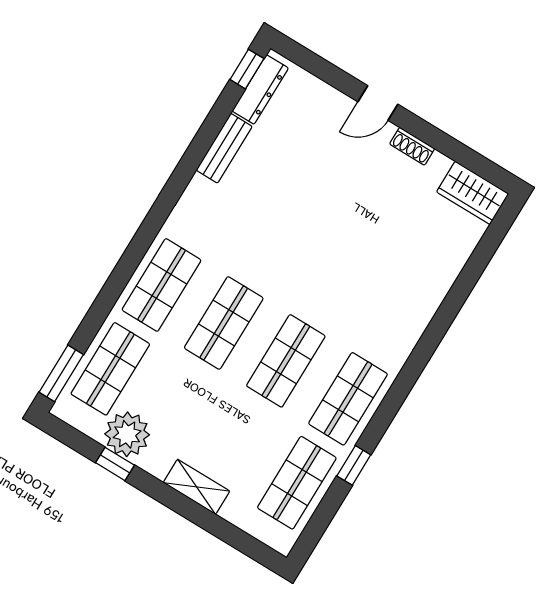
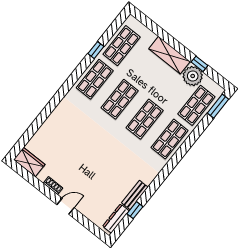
window: (247, 69) -> (135, 210), moved
shelving: (196, 487) -> (169, 55), width x1.50, depth x1.33

